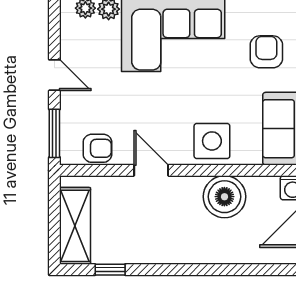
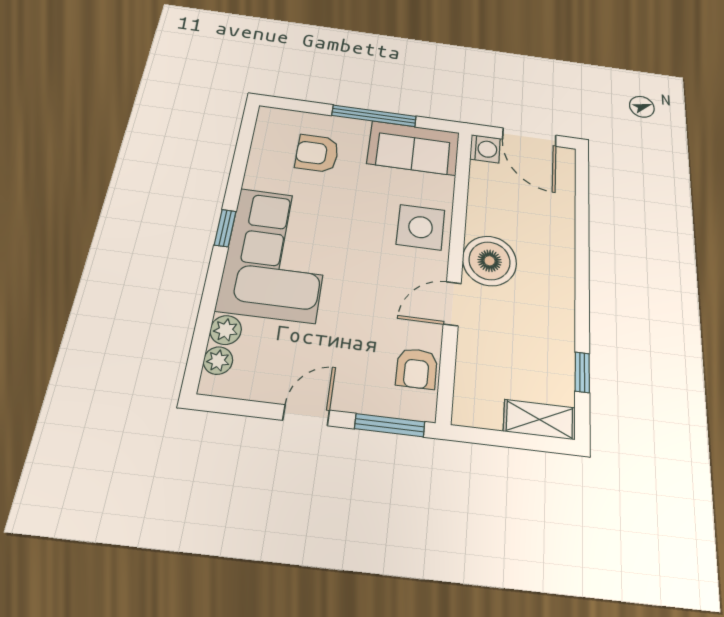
armchair: (97, 148) -> (417, 368), turned 180
boiler: (224, 197) -> (490, 261), moved
shelving: (75, 226) -> (540, 420), width x0.67, depth x0.75

